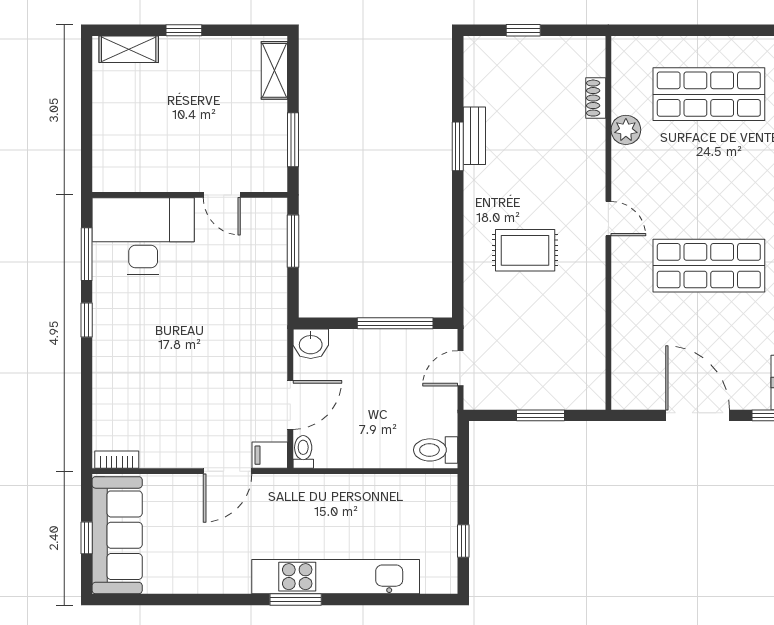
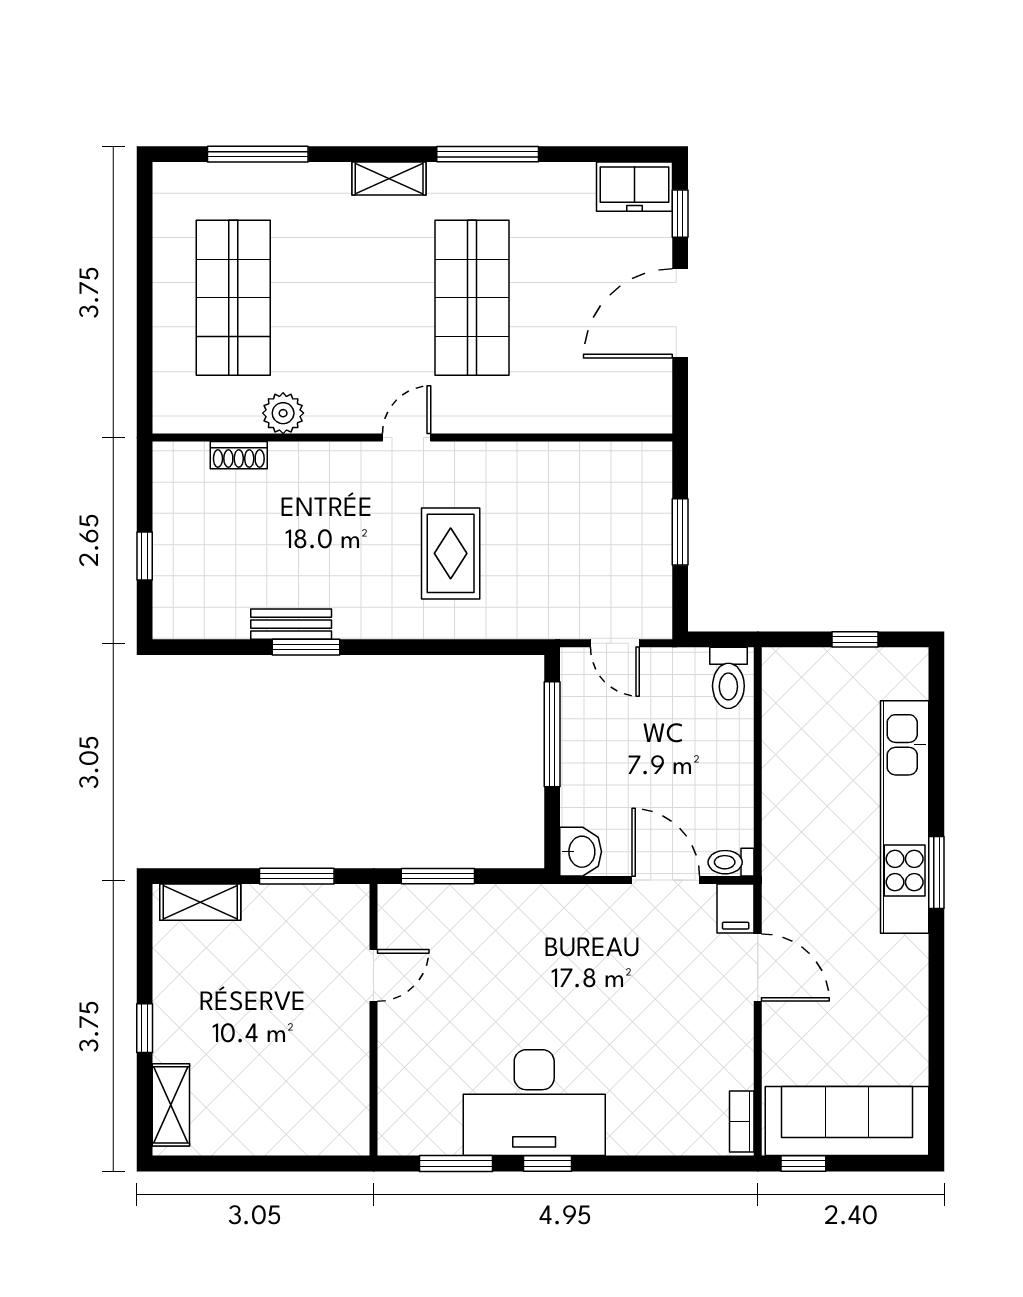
desk: (143, 236) -> (534, 1103), moved, turned -90
window: (87, 538) -> (803, 1163), moved

